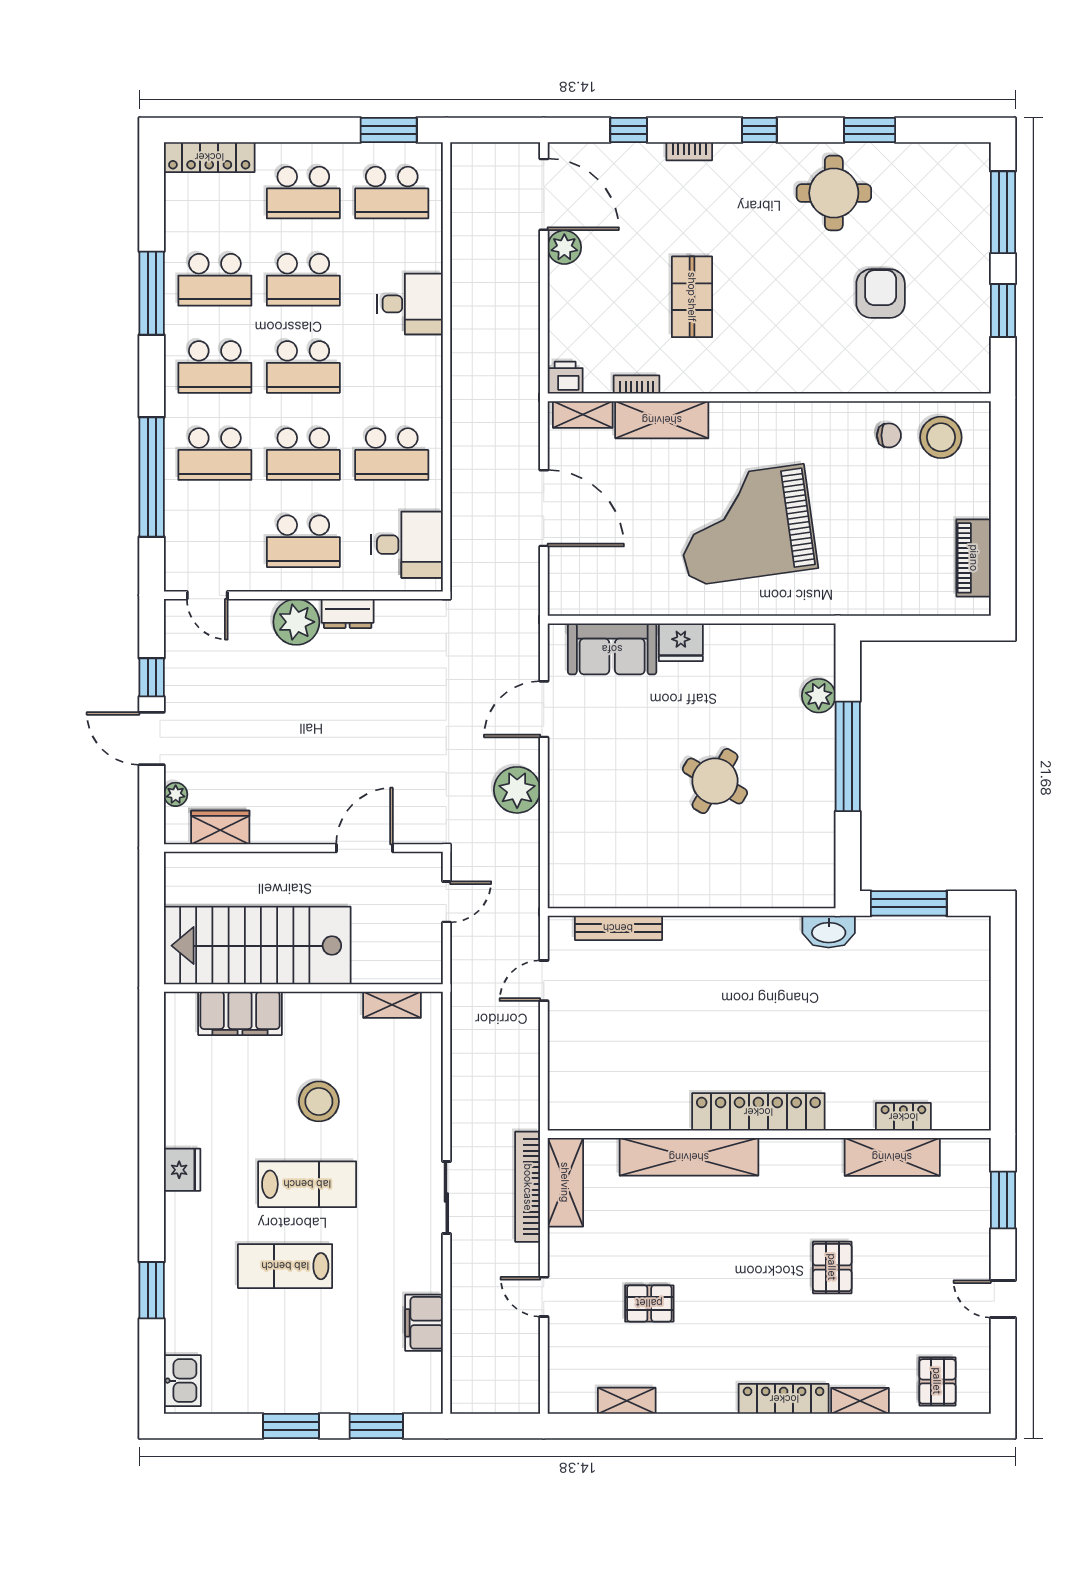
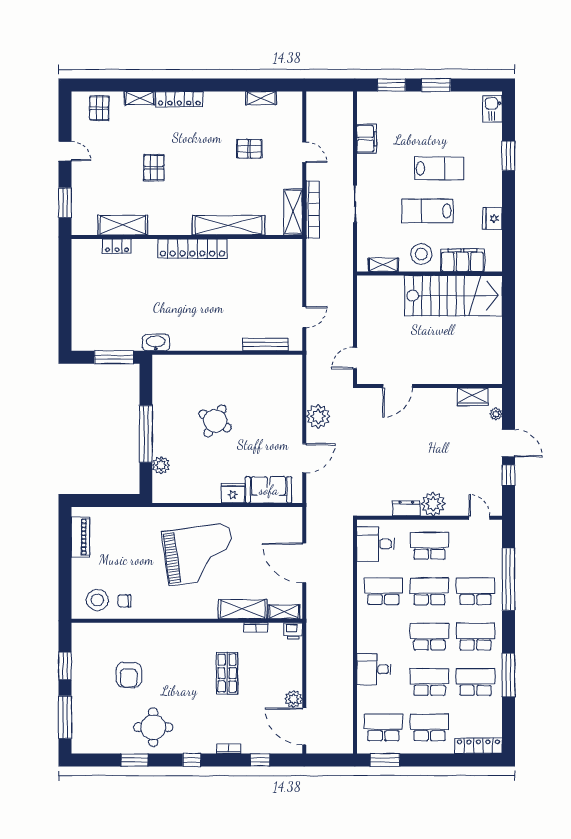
stairs: (257, 946) -> (453, 296), moved
wall: (303, 988) -> (429, 273), moved
shelving: (392, 1005) -> (383, 265), moved
filing cabinet: (240, 1013) -> (462, 260), moved

